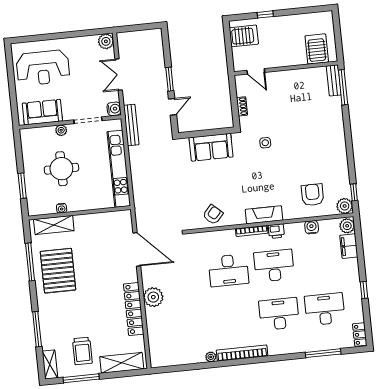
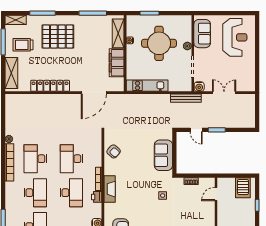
plant: (106, 41) -> (249, 86), removed
reception desk: (43, 68) -> (235, 37), turned 180
round table: (61, 169) -> (159, 43), width x1.36, depth x1.36
kitchen unit: (119, 169) -> (147, 86), width x0.73
filing cabinet: (93, 223) -> (117, 63), added
pallet: (58, 271) -> (58, 36), moved
plant: (153, 297) -> (57, 101), removed
desk: (233, 319) -> (35, 159), added

